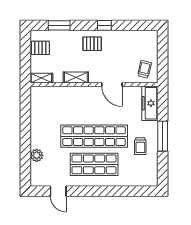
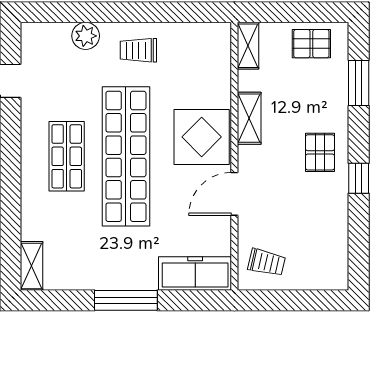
pallet: (40, 48) -> (311, 44), turned 90
display table: (85, 100) -> (202, 137), added
trolley: (140, 146) -> (138, 50), moved
shop shelf: (94, 164) -> (67, 156), width x0.70, depth x0.74
shelving: (146, 181) -> (32, 266), added

